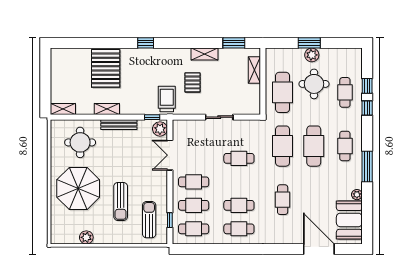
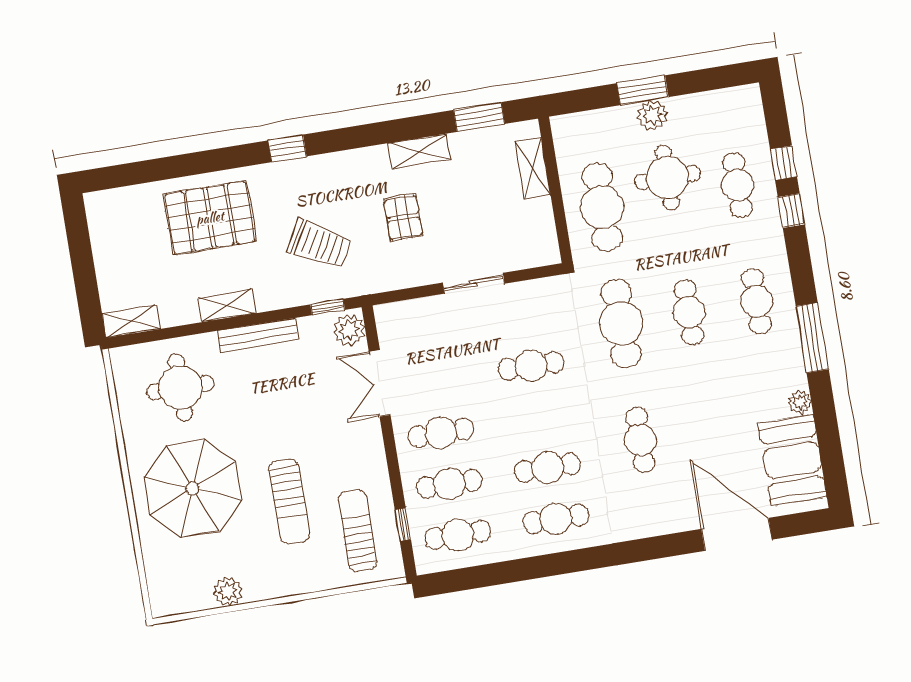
pallet: (106, 68) -> (210, 218), turned 90
trolley: (167, 99) -> (319, 244), moved, turned 119
cafe table: (314, 146) -> (689, 312), width x0.73, depth x0.74

